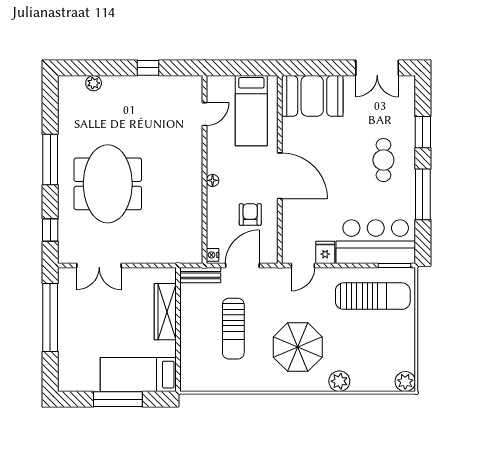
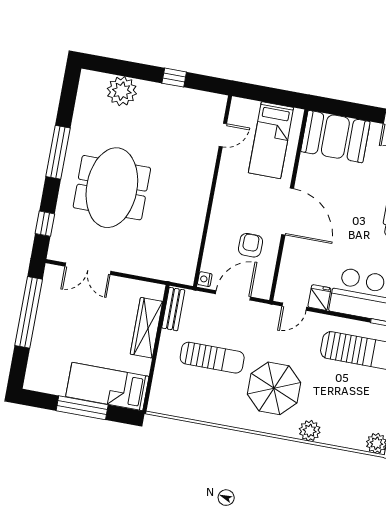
plant: (94, 83) -> (122, 91), width x1.88, depth x1.88
floor lamp: (213, 180) -> (219, 204), removed
bench: (200, 275) -> (173, 309), moved, turned 90
sun lounger: (233, 329) -> (212, 358), turned -90

